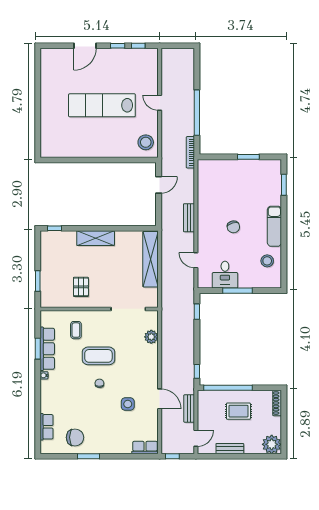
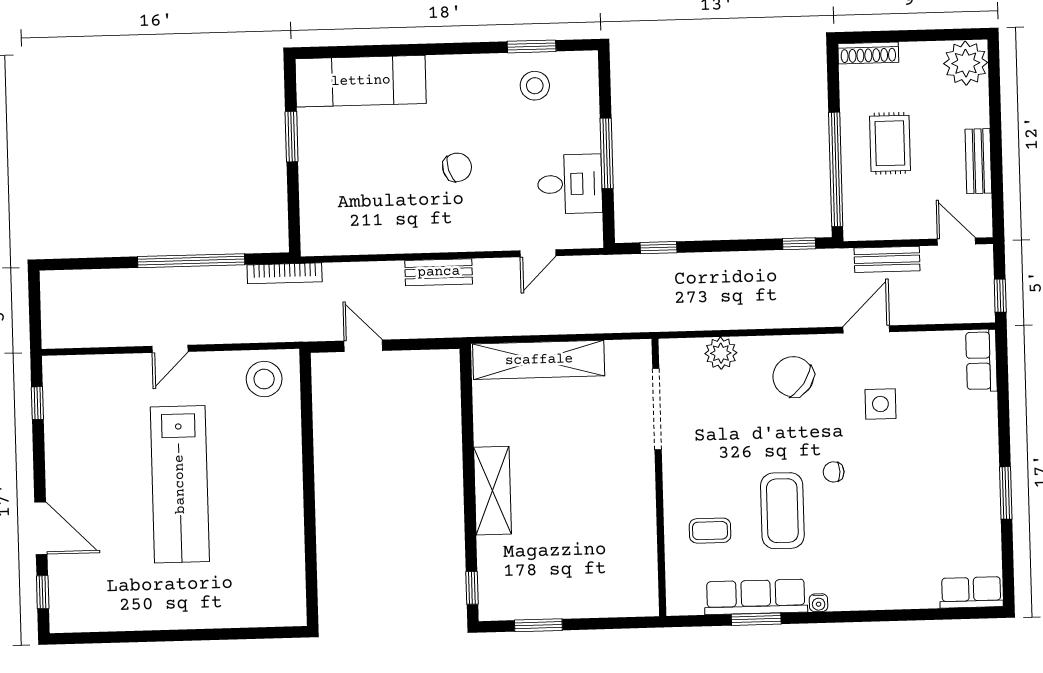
window: (118, 46) -> (43, 592), moved
window: (284, 185) -> (532, 46), moved
exam couch: (274, 226) -> (361, 81), moved, width x1.36, depth x1.45
window: (38, 281) -> (538, 625), moved
pallet: (81, 287) -> (608, 522), removed
coffee table: (98, 356) -> (782, 511), moved
row of seats: (47, 427) -> (971, 592), moved
chair: (75, 437) -> (793, 377), moved, turned -55

